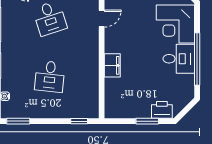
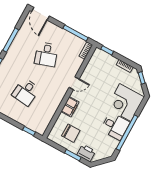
door: (102, 19) -> (74, 83), moved
chair: (130, 96) -> (71, 133), added

